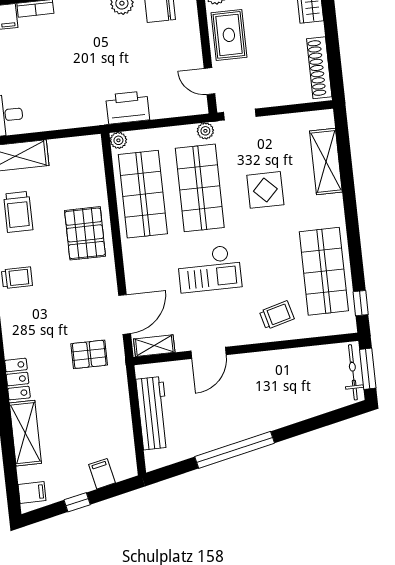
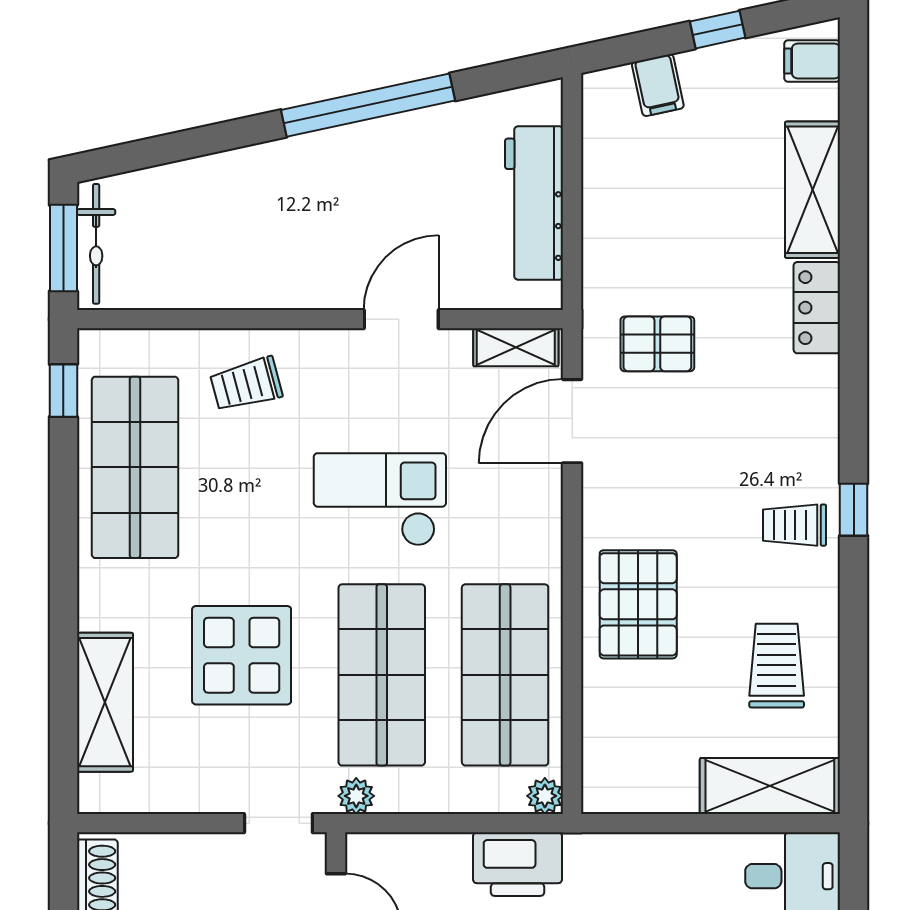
display table: (265, 190) -> (242, 655), width x1.36, depth x1.36

